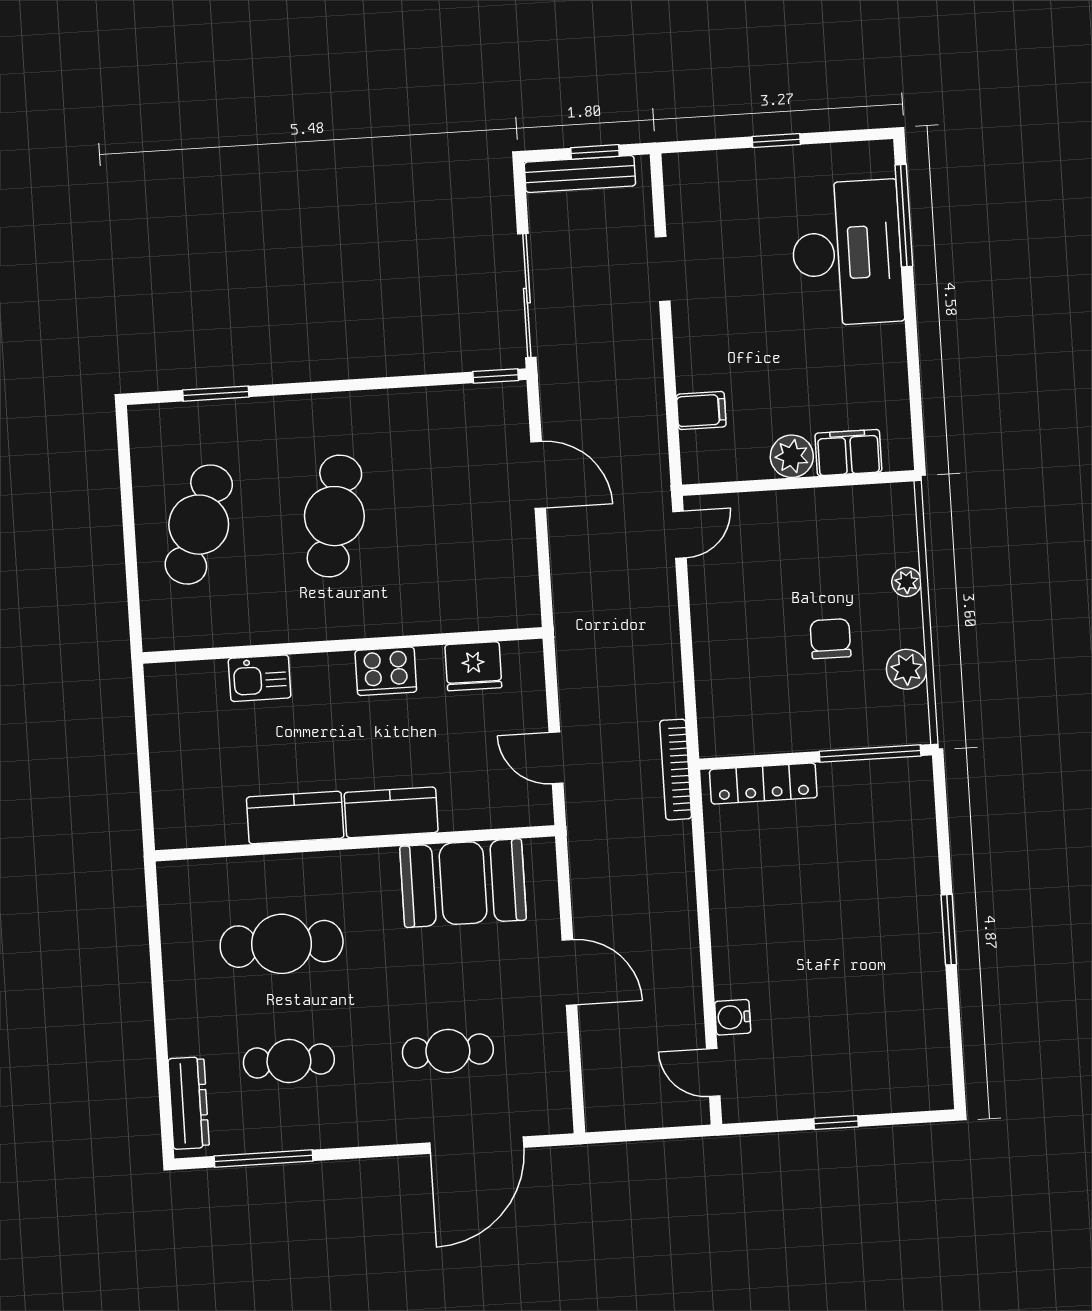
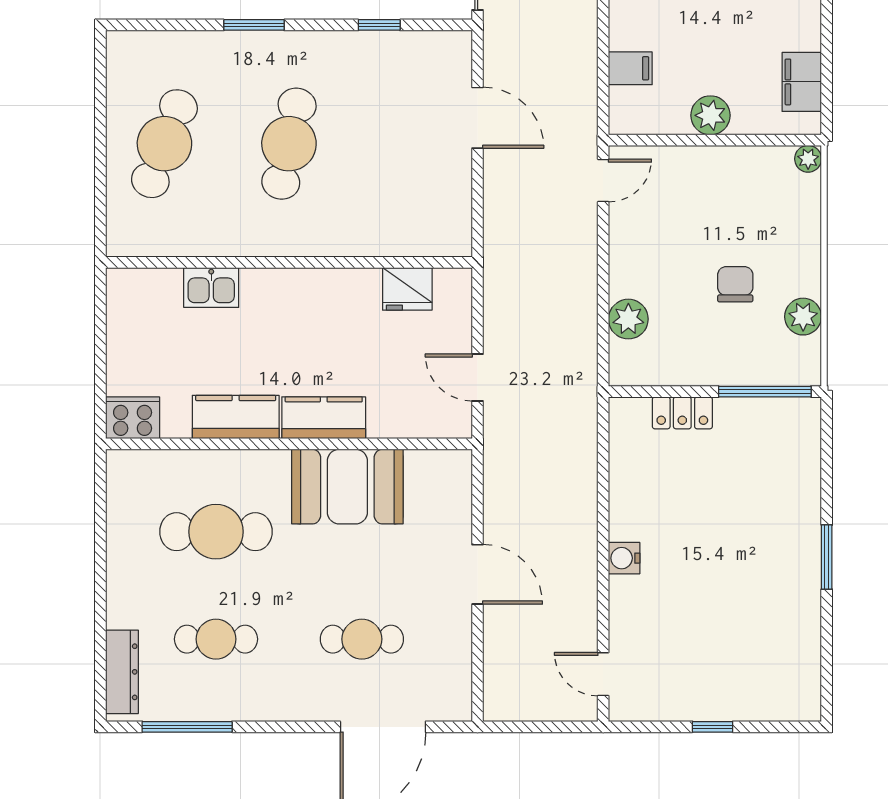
window: (496, 376) -> (379, 25), moved
window: (216, 394) -> (254, 25), moved
filing cabinet: (848, 453) -> (802, 82), moved, turned -90
plant: (907, 582) -> (808, 159), moved
cooker: (386, 671) -> (133, 418), moved, turned 180
plant: (716, 684) -> (628, 319), added
bookcase: (676, 770) -> (586, 395), removed
locker: (763, 784) -> (682, 413), width x0.66
booth: (463, 883) -> (347, 487), moved
water cooler: (733, 1017) -> (624, 558), moved

